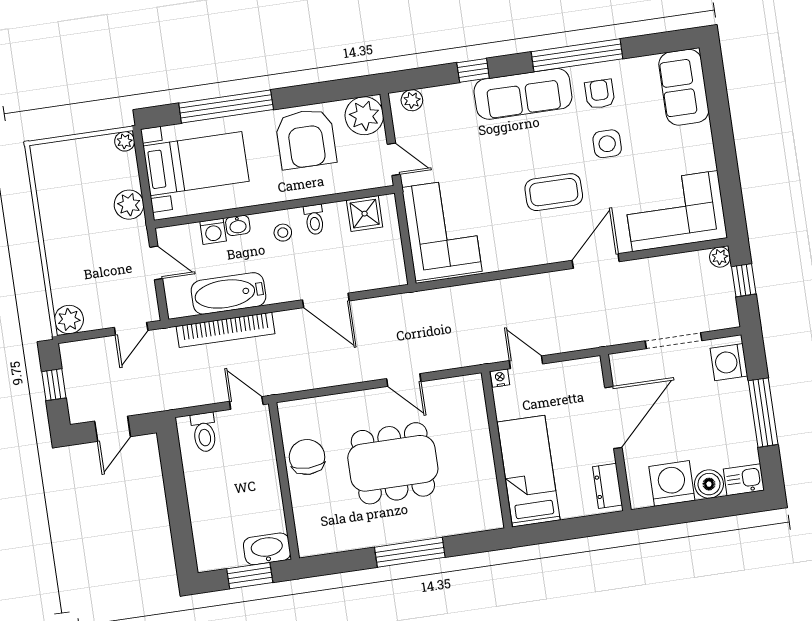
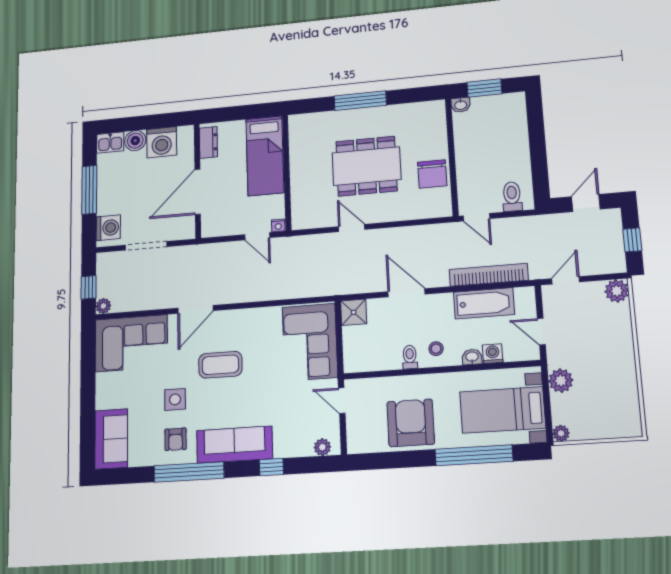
plant: (364, 116) -> (362, 438), removed
shower: (365, 214) -> (354, 312), moved
washbasin: (267, 549) -> (461, 105), width x0.52, depth x0.69

